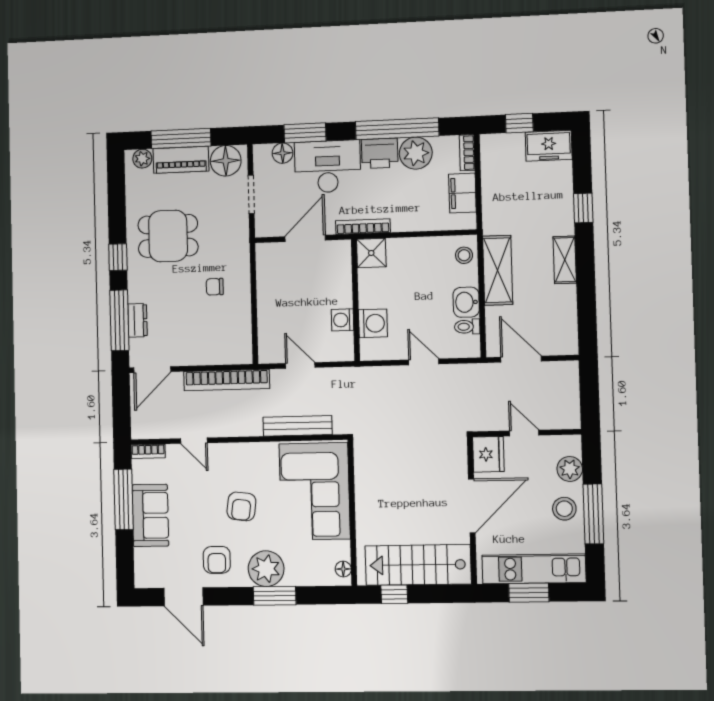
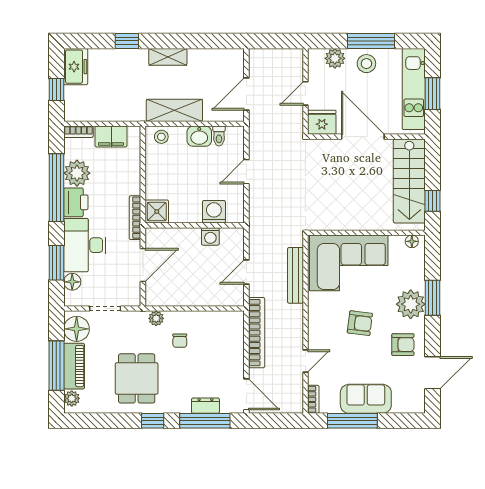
door: (305, 238) -> (143, 265), swing flipped
plant: (241, 257) -> (156, 318), added

